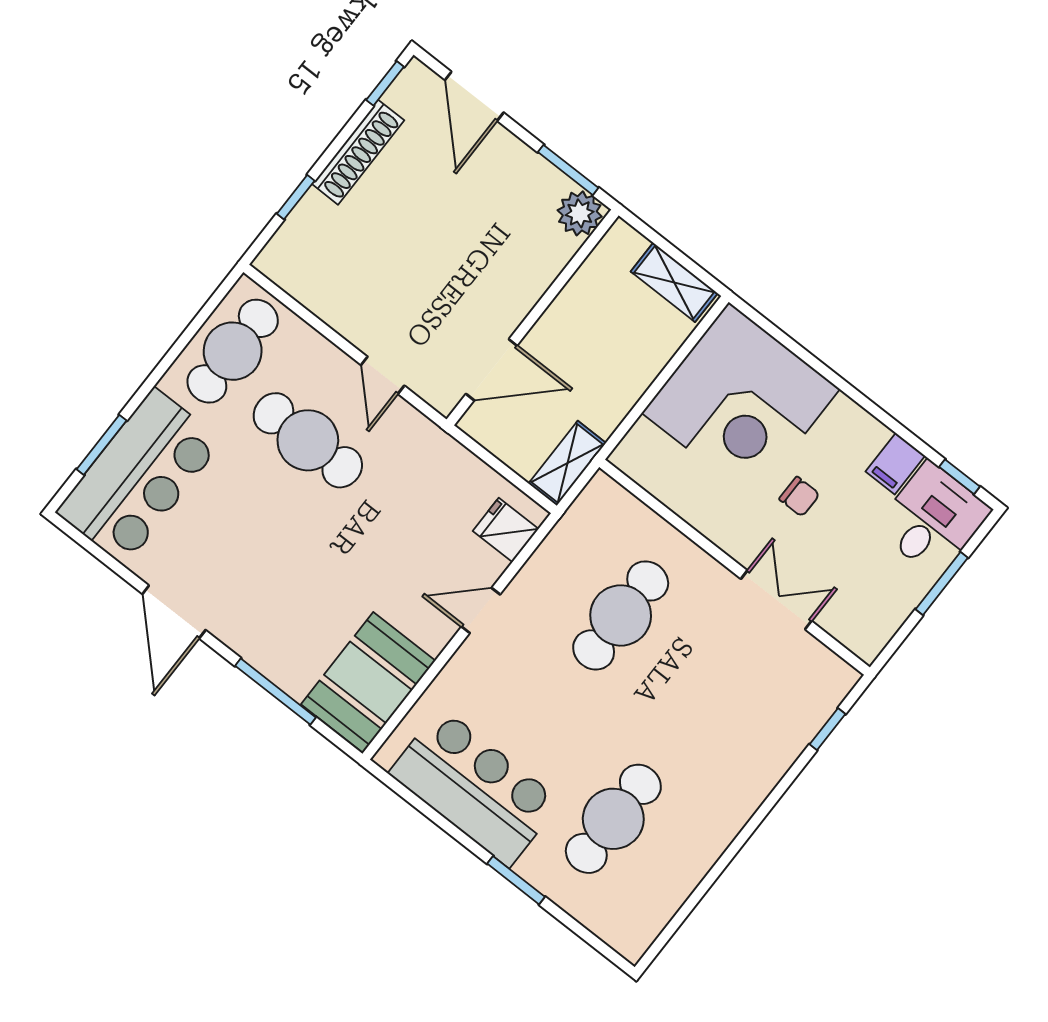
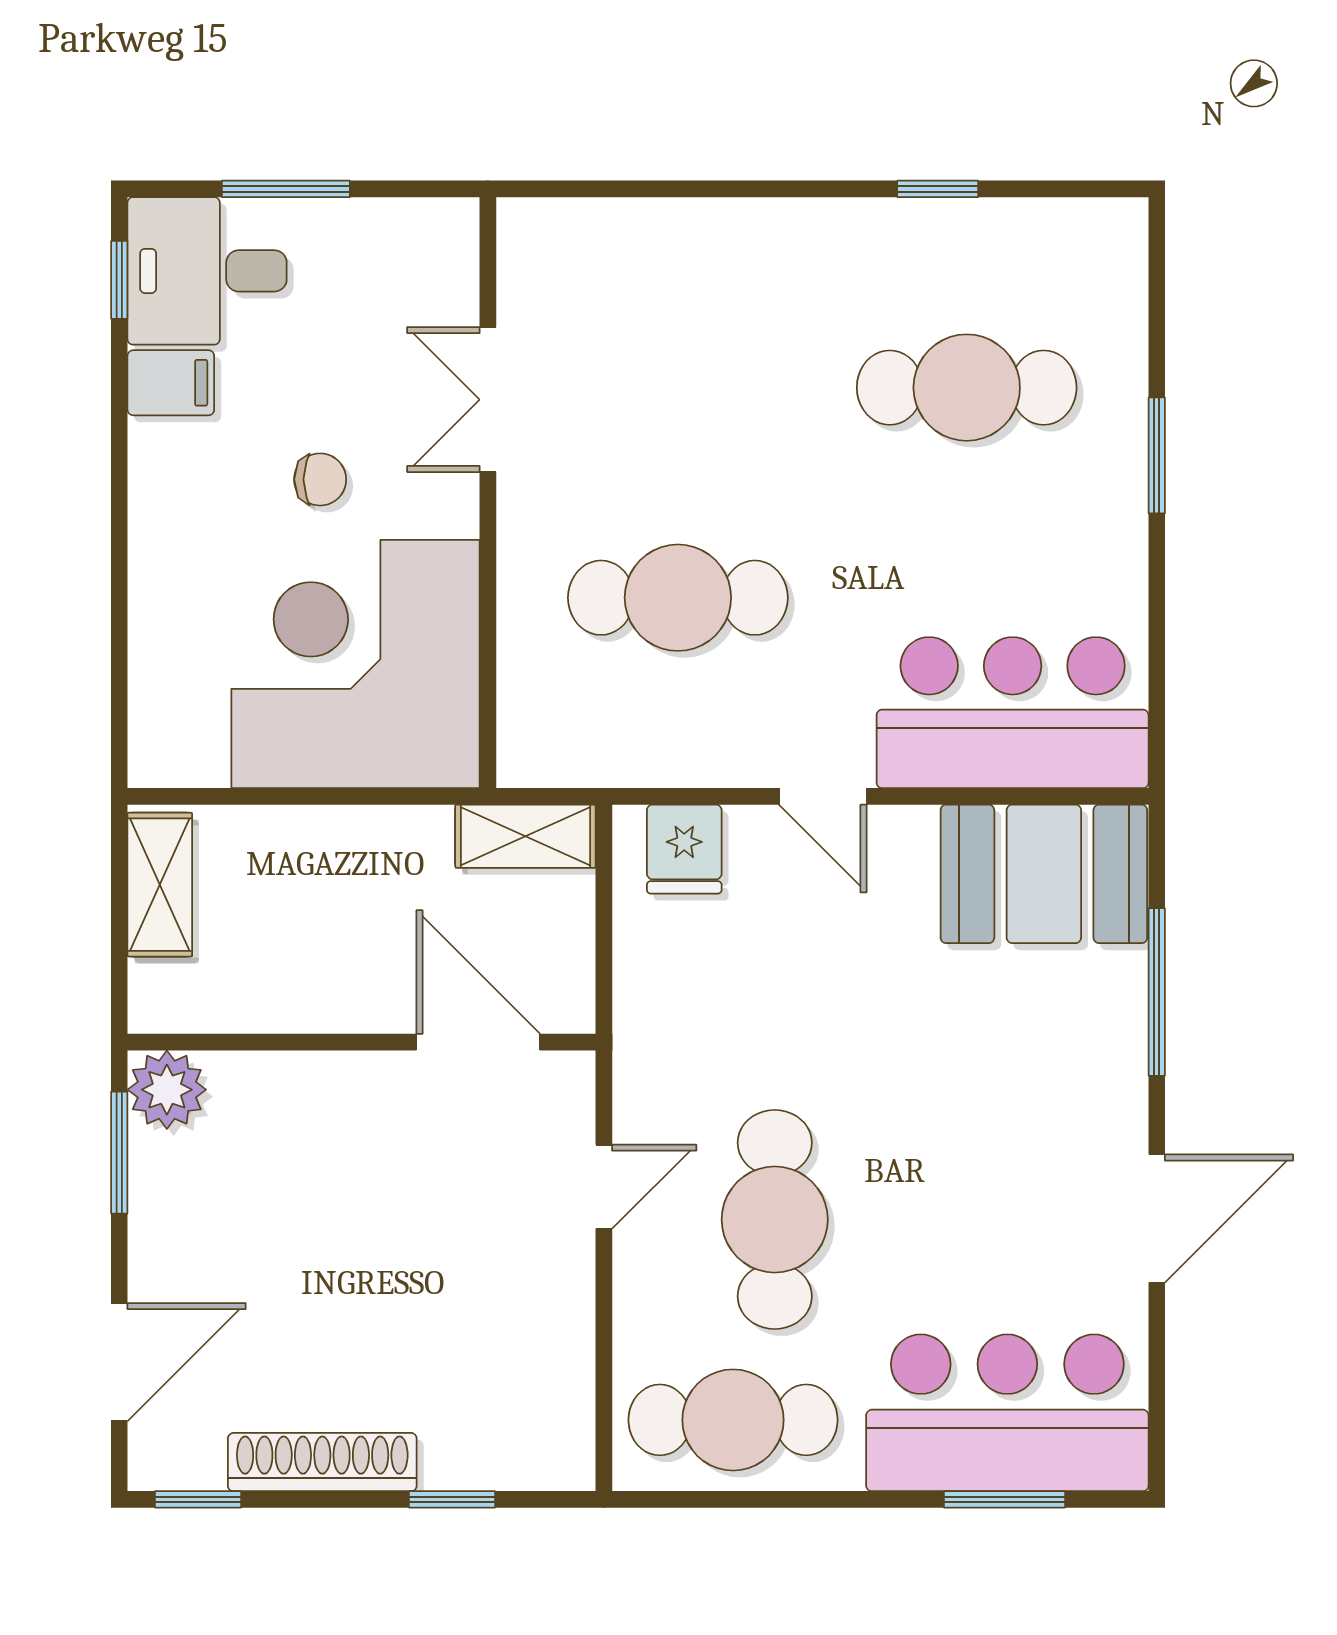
corner desk: (741, 401) -> (355, 664), moved, turned -90
chair: (799, 497) -> (320, 479), turned 90
window: (827, 729) -> (938, 189), moved
bar counter: (475, 787) -> (1013, 713), moved, turned 90

